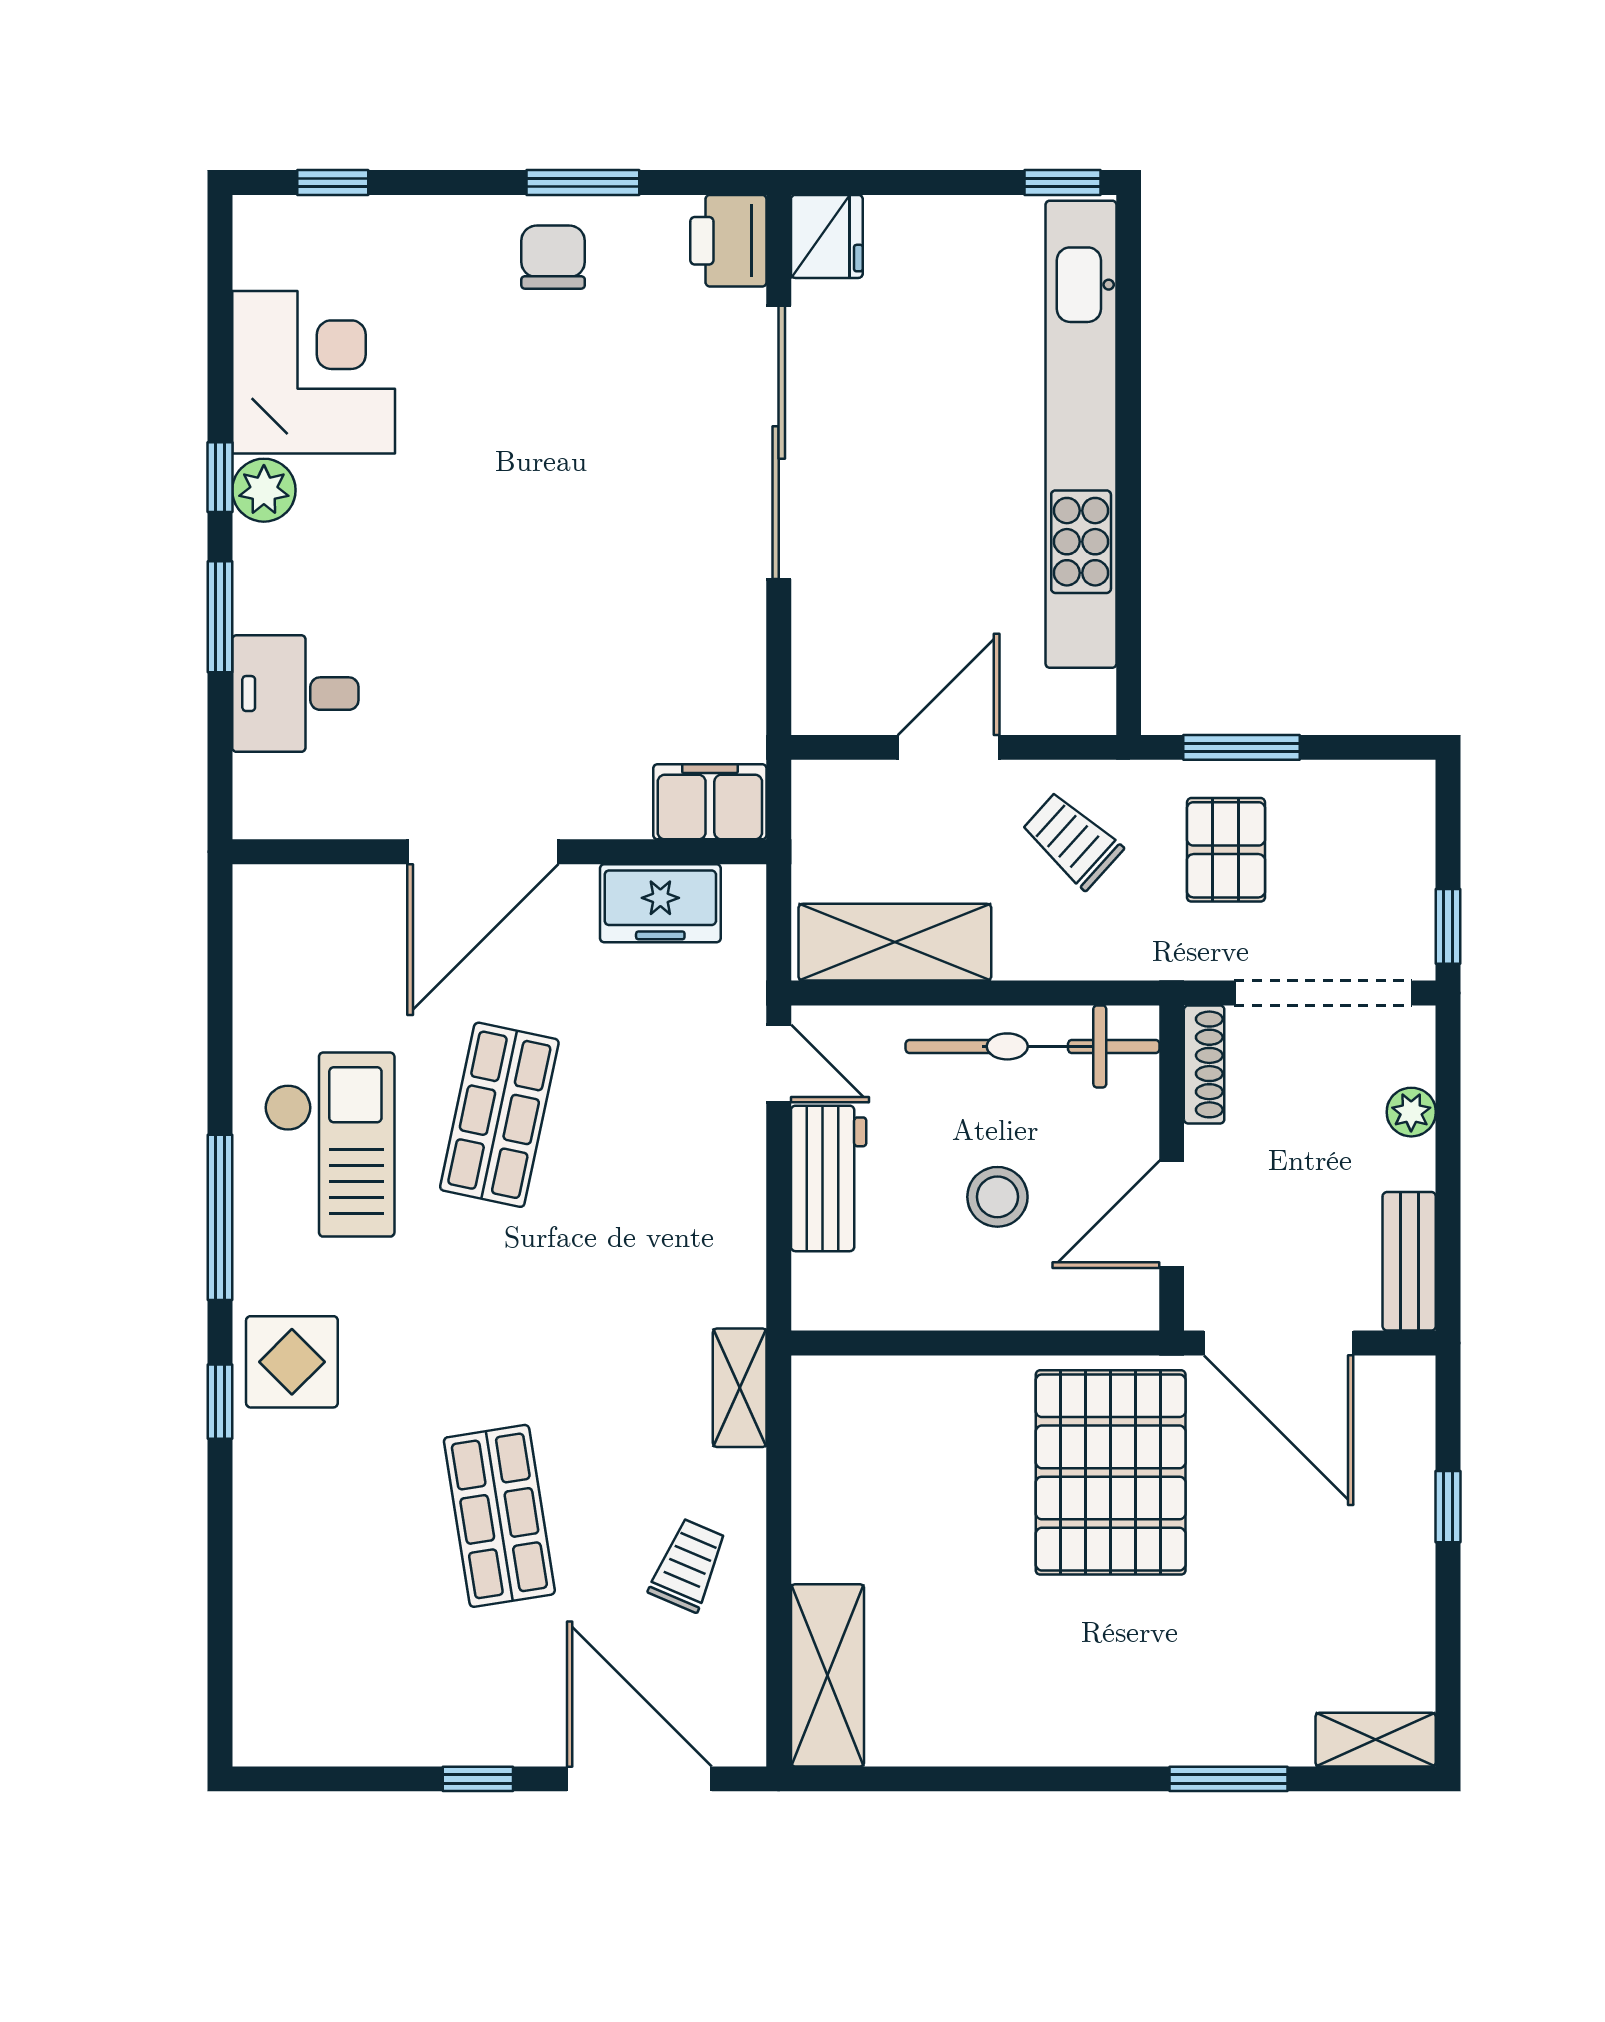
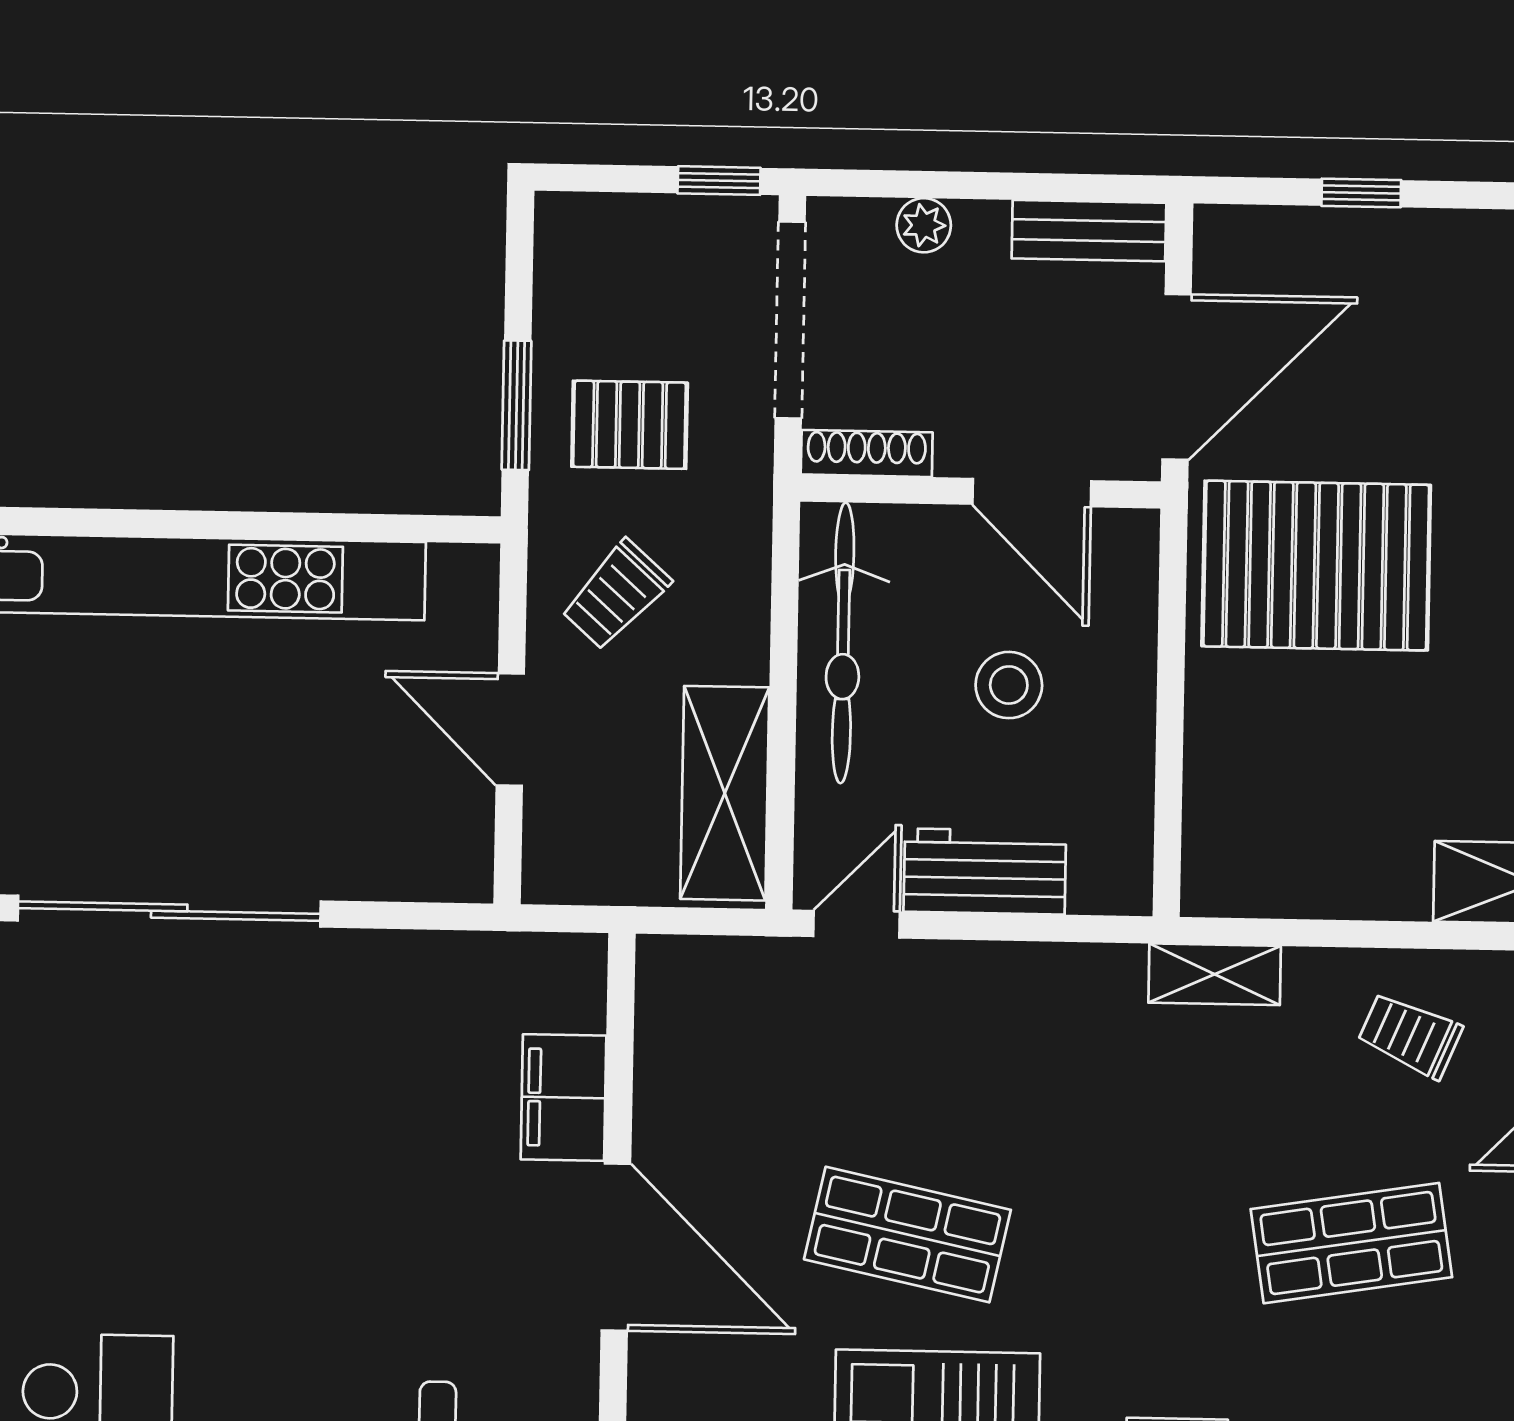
filing cabinet: (710, 802) -> (563, 1098), moved
freezer: (660, 903) -> (677, 1052), removed

